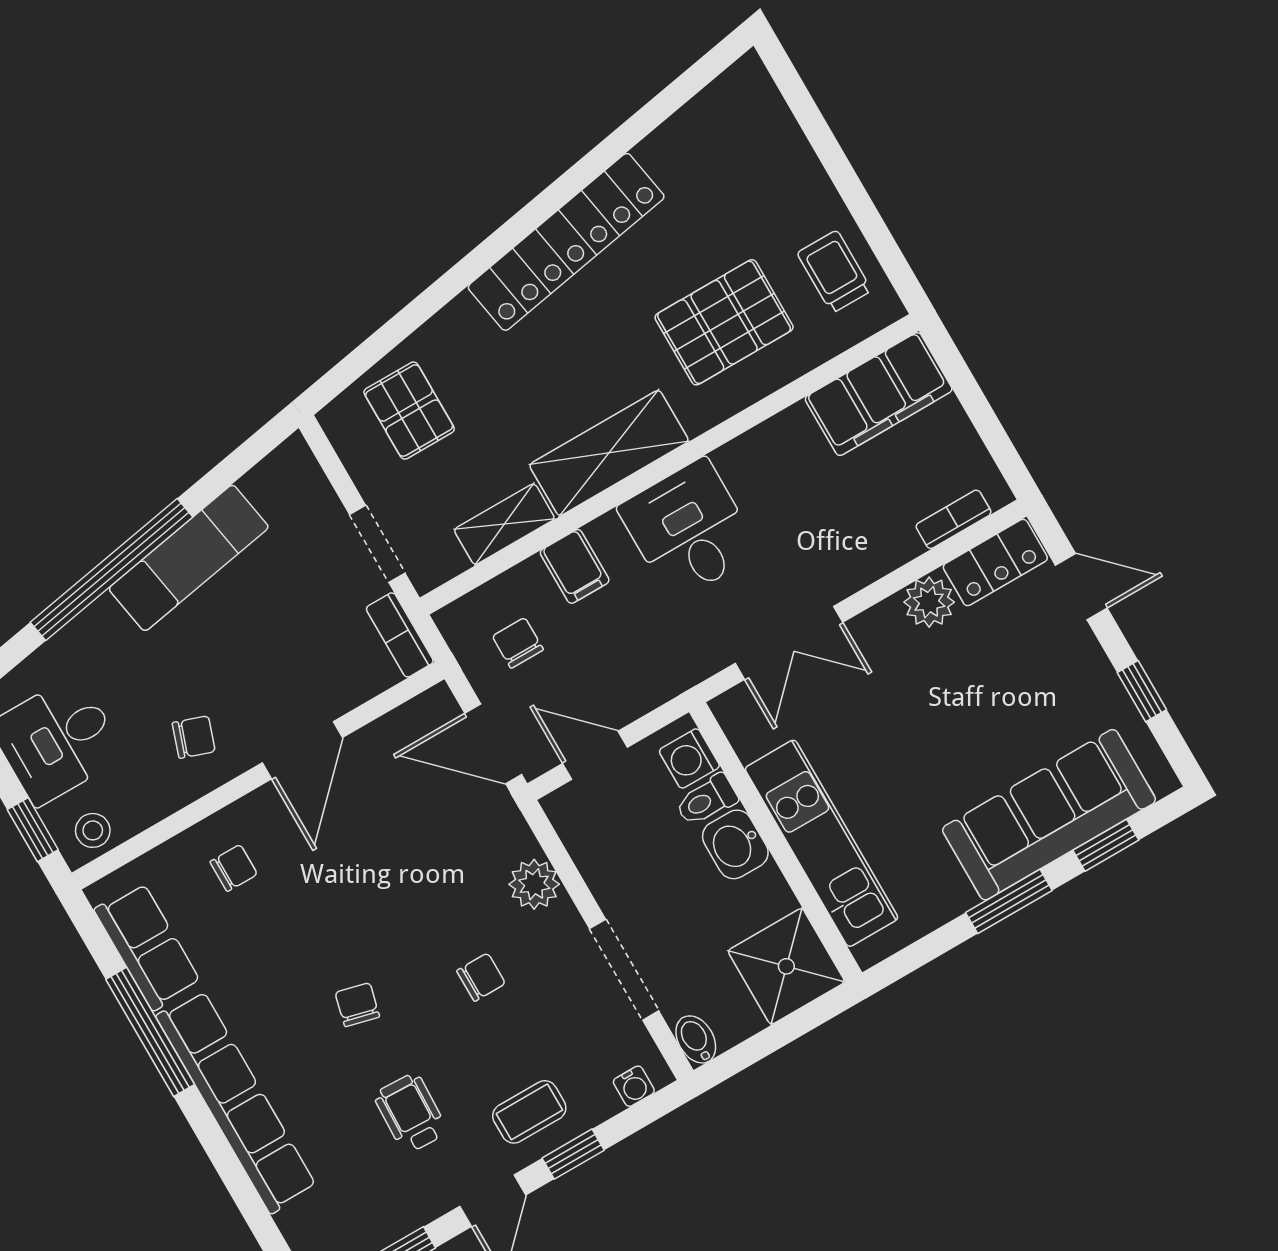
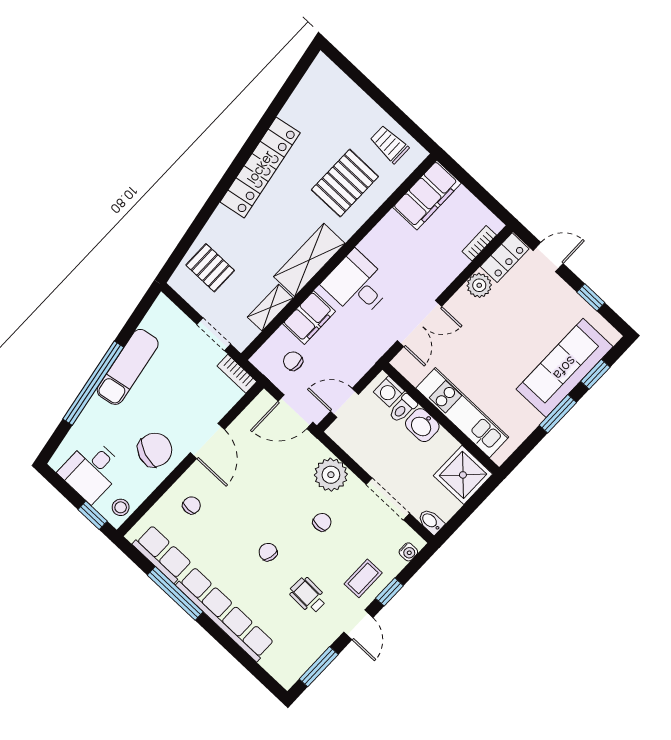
filing cabinet: (575, 566) -> (309, 318), width x2.00
chair: (194, 737) -> (155, 450), width x1.87, depth x1.87
plant: (534, 884) -> (331, 475), width x1.36, depth x1.36

